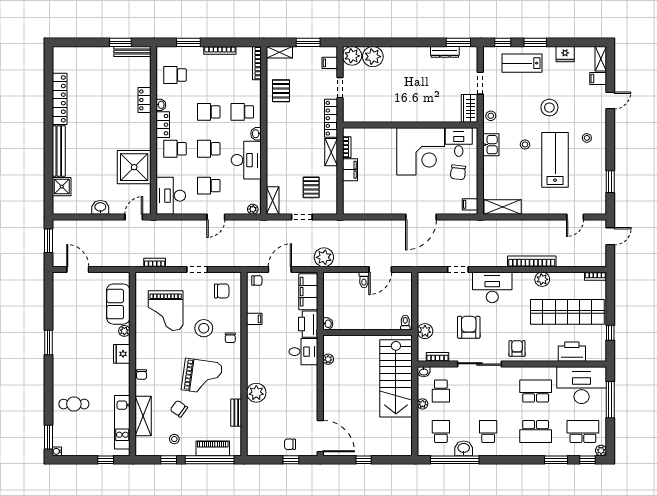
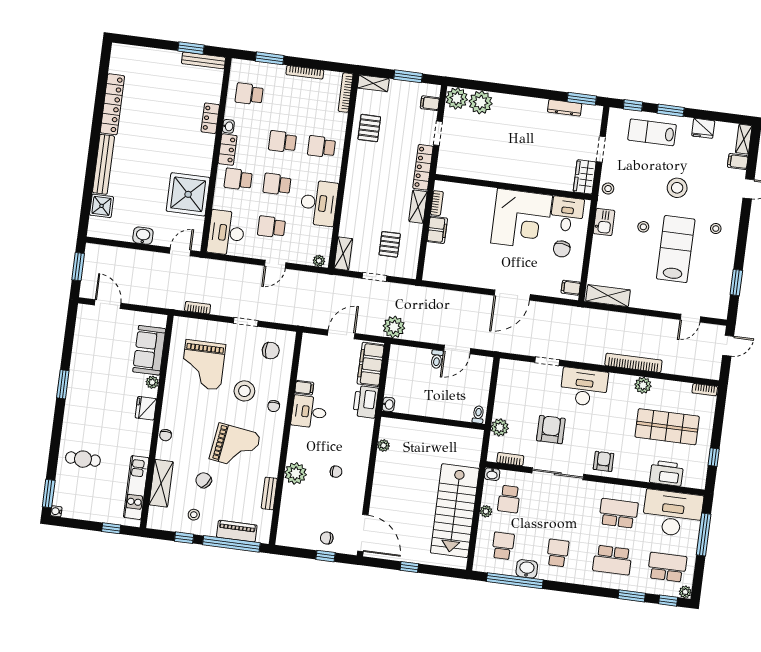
washbasin: (256, 134) -> (334, 174), removed
chair: (257, 281) -> (336, 472), moved
shop shelf: (567, 312) -> (667, 427), width x0.71
desk: (303, 352) -> (309, 412), moved, turned 180
stairs: (396, 378) -> (455, 511), moved

